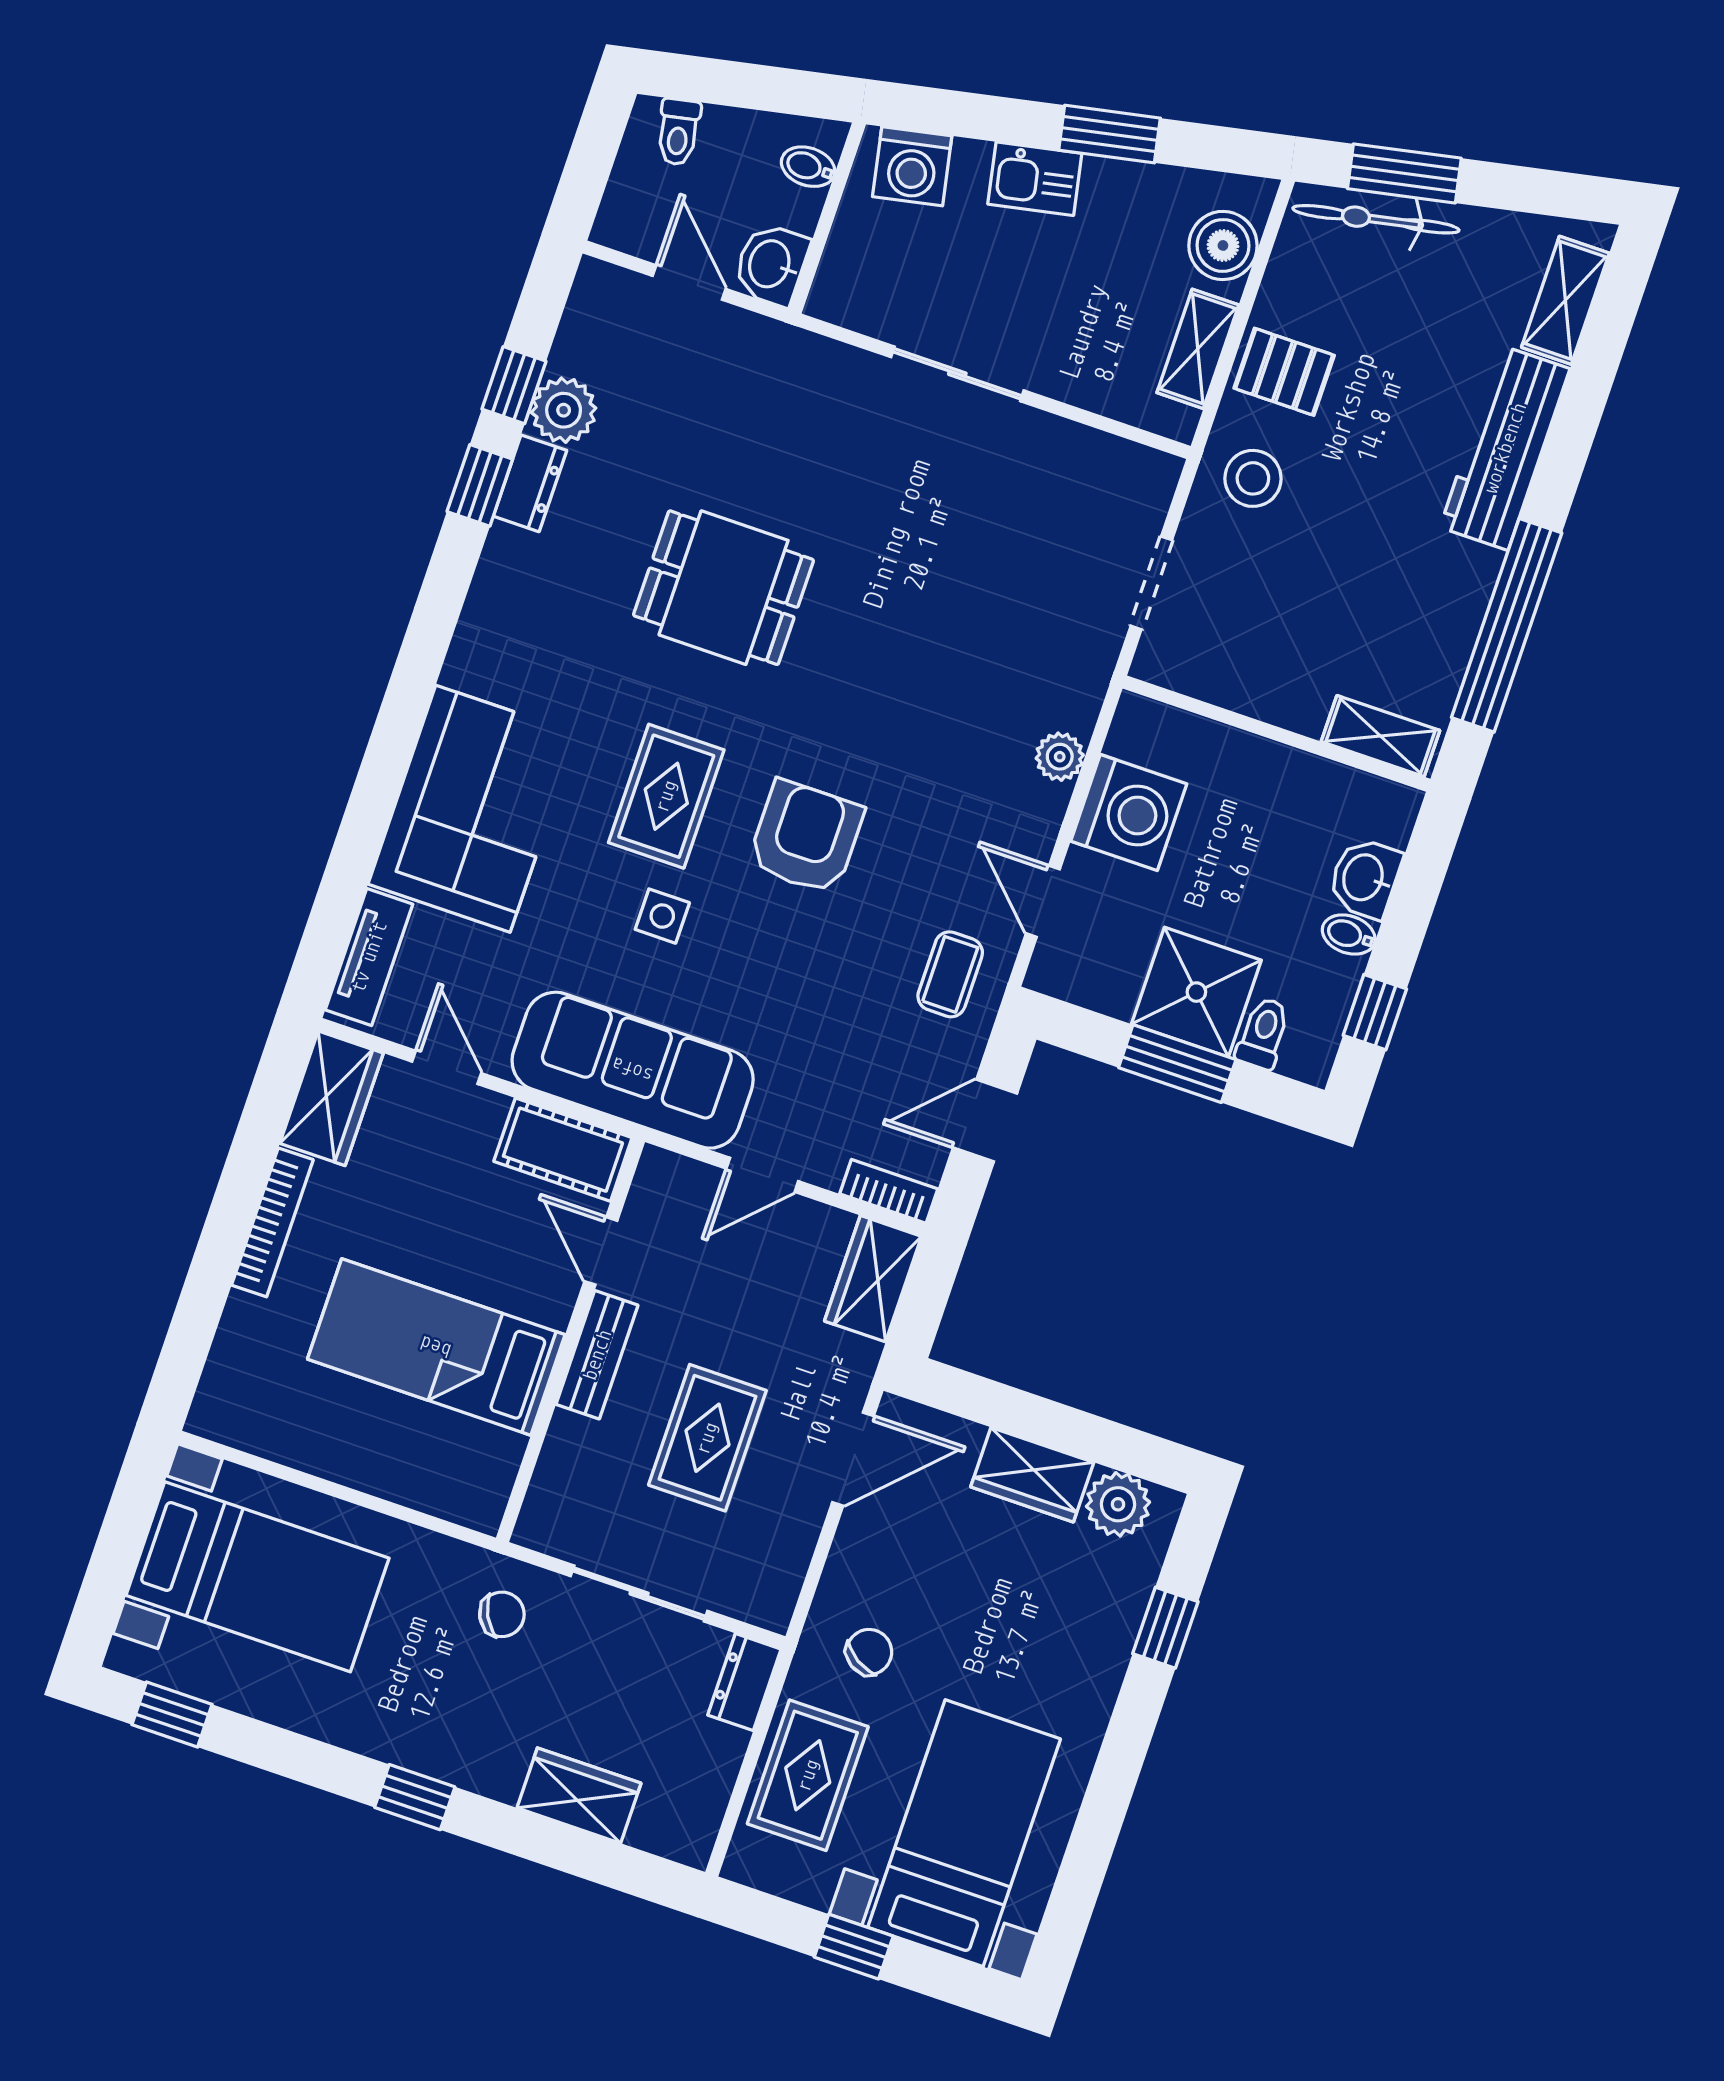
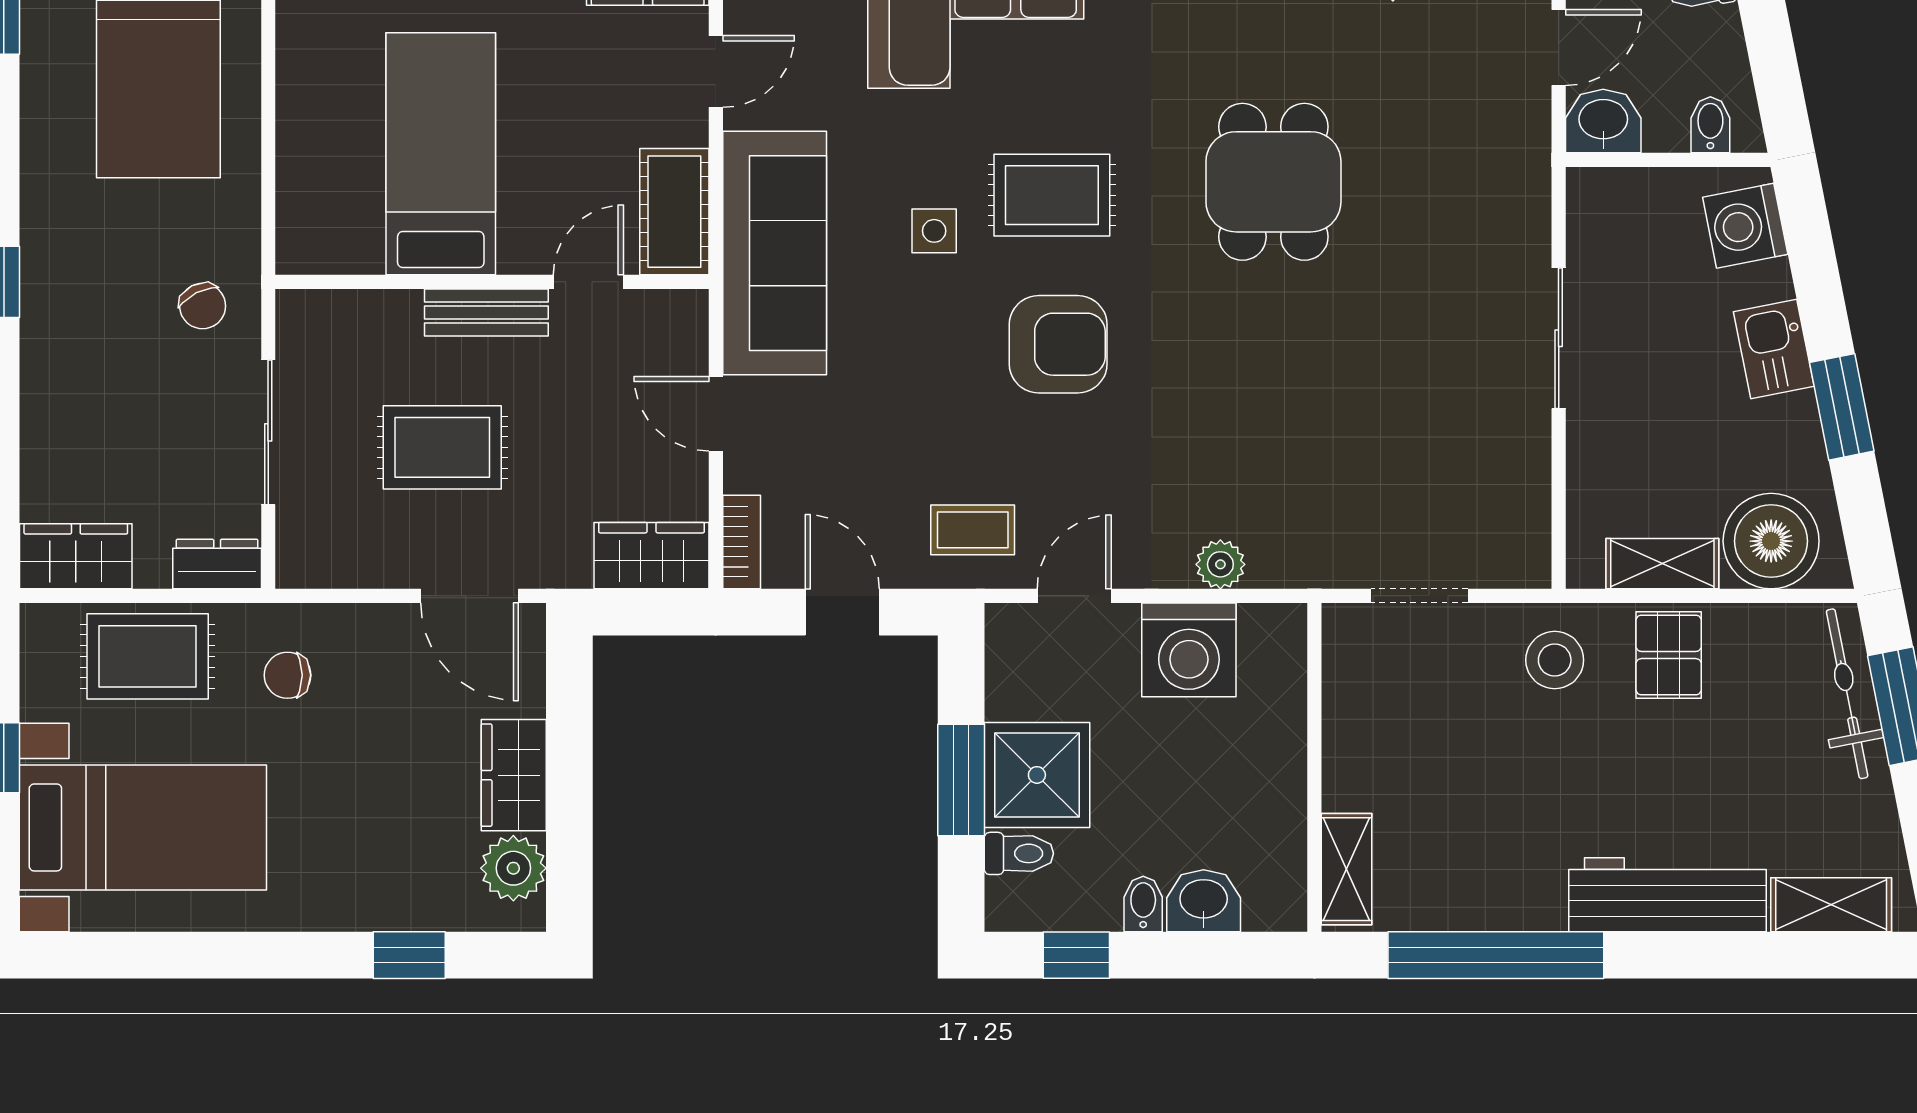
boiler: (1223, 245) -> (1771, 541), width x1.37, depth x1.37
chair: (869, 1652) -> (287, 675), turned 148
wardrobe: (579, 1796) -> (76, 556), moved, turned -90

